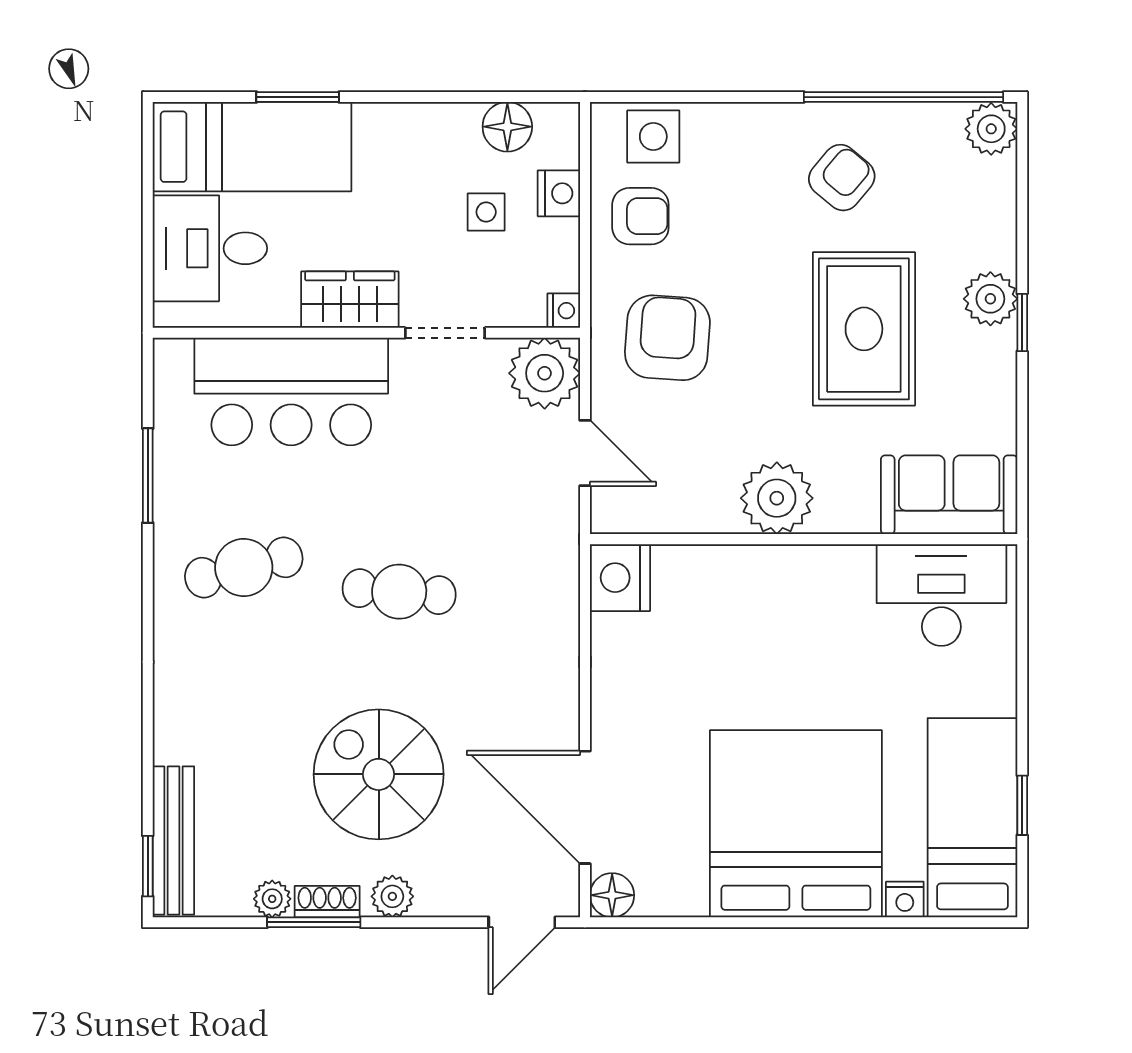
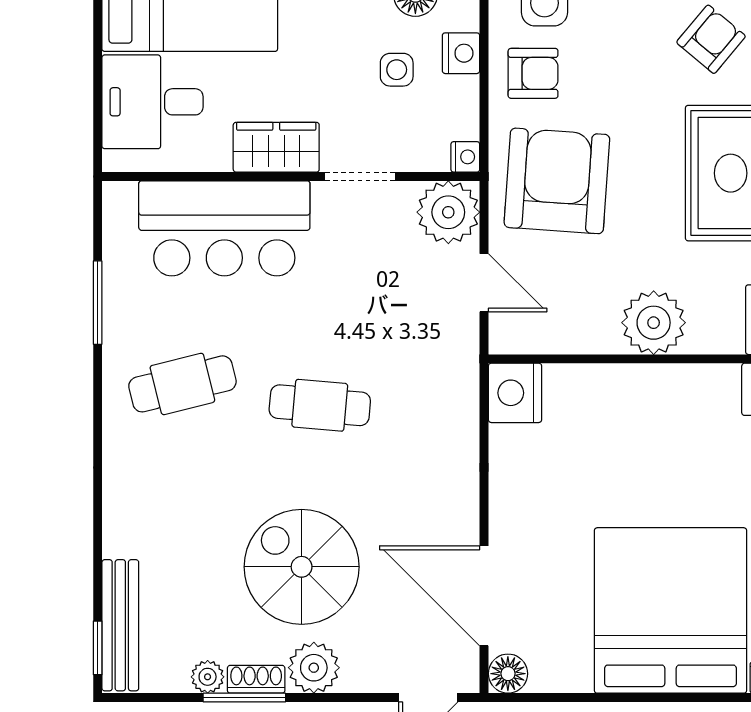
armchair: (667, 338) -> (557, 181), width x1.36, depth x1.36
plant: (392, 896) -> (314, 668), width x1.38, depth x1.38

